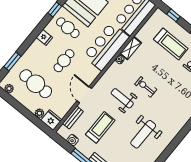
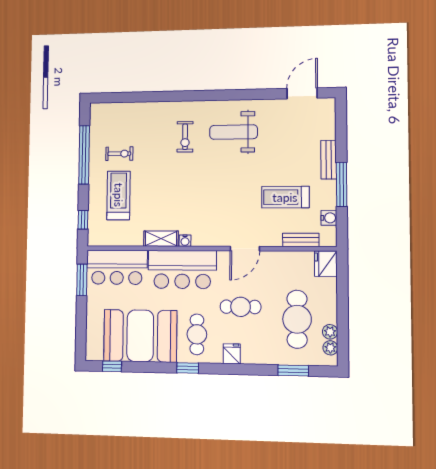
exercise bike: (146, 87) -> (185, 137), moved
door: (84, 95) -> (245, 249), moved
weight bench: (122, 98) -> (229, 200), removed
plant: (39, 113) -> (330, 332), moved
weight bench: (143, 134) -> (234, 132), moved, turned 180

